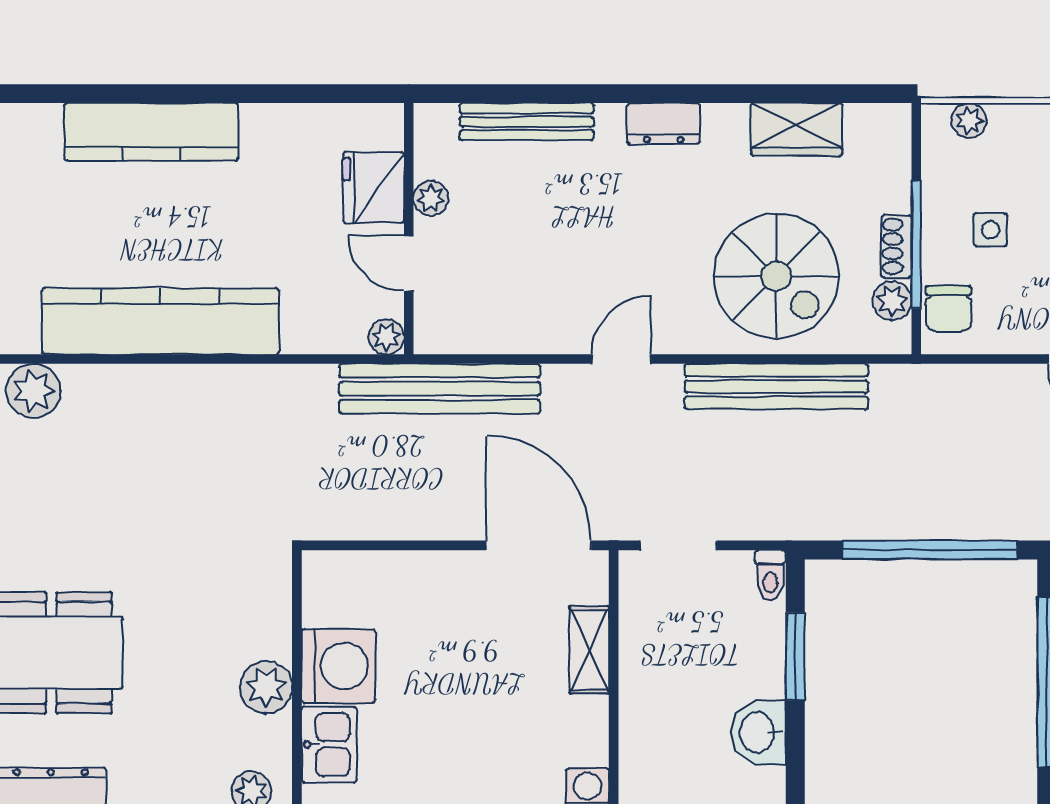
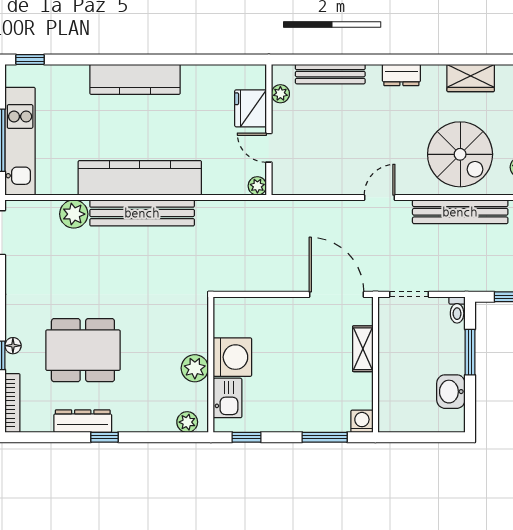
plant: (431, 198) -> (280, 94), moved
bench: (440, 389) -> (142, 213), moved

